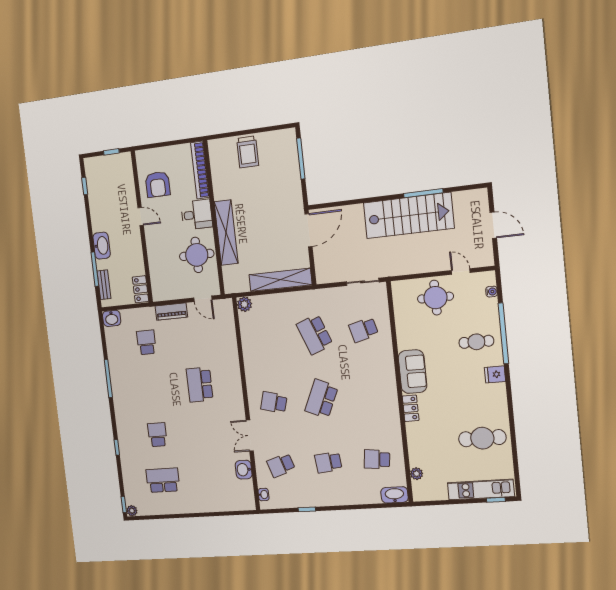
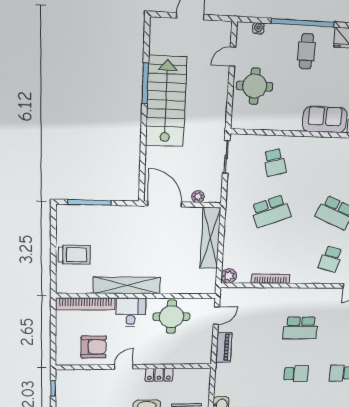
shelving: (226, 233) -> (127, 285), moved
plant: (320, 261) -> (198, 197), added
locker: (141, 289) -> (159, 375), moved
school desk: (146, 342) -> (296, 374), moved, turned 180
bookcase: (246, 346) -> (270, 279), added

